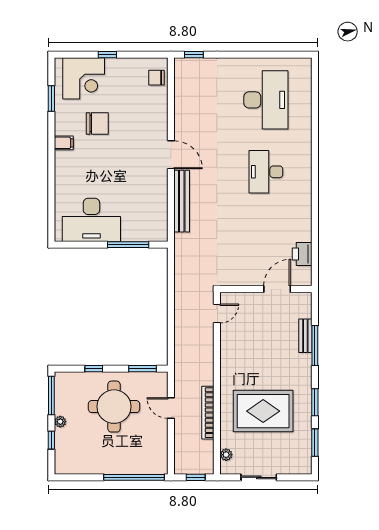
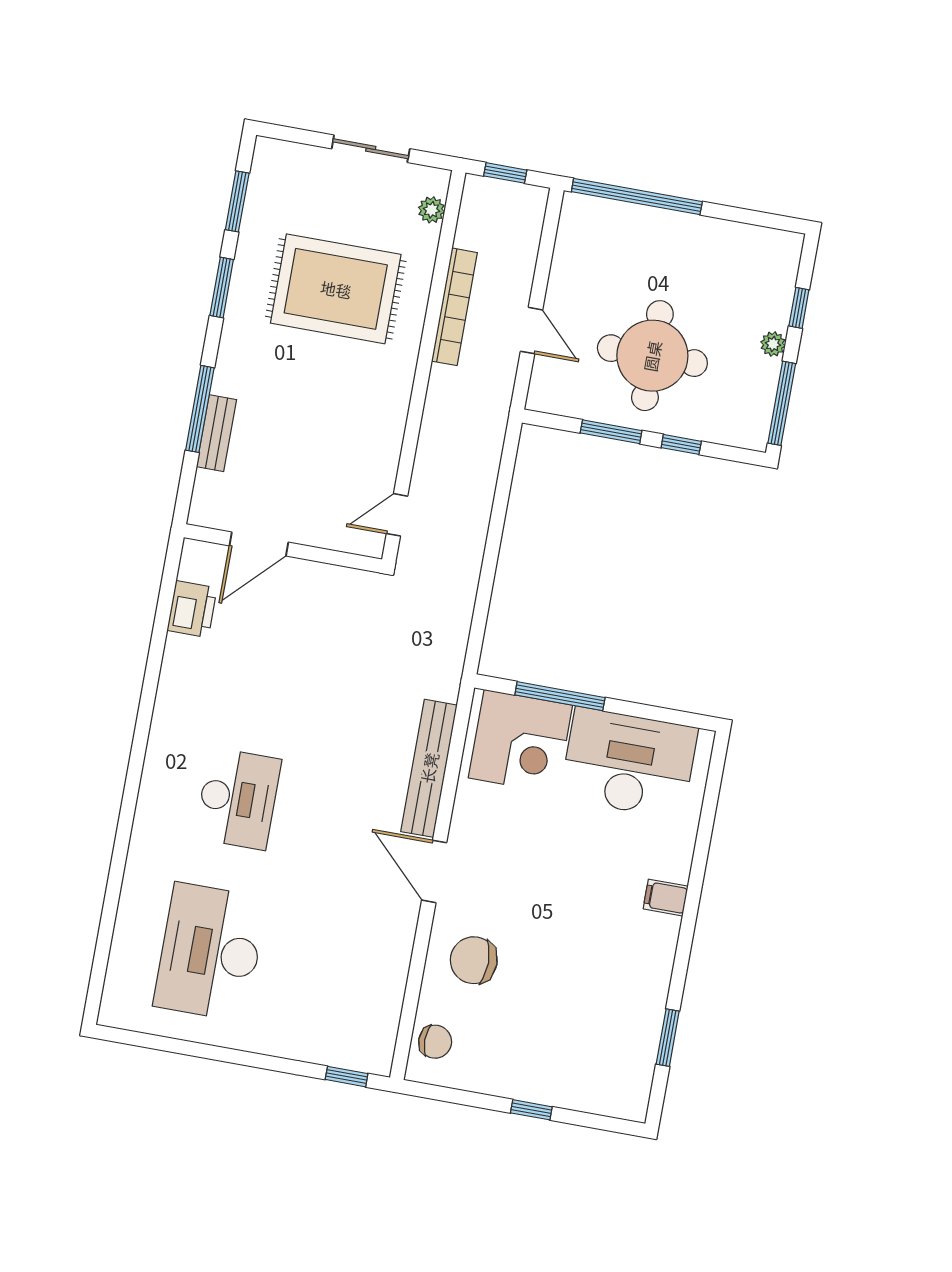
corner desk: (84, 78) -> (520, 742), moved, turned 180
chair: (97, 123) -> (474, 960), moved
filing cabinet: (64, 143) -> (666, 898), moved
window: (143, 369) -> (611, 432), moved

